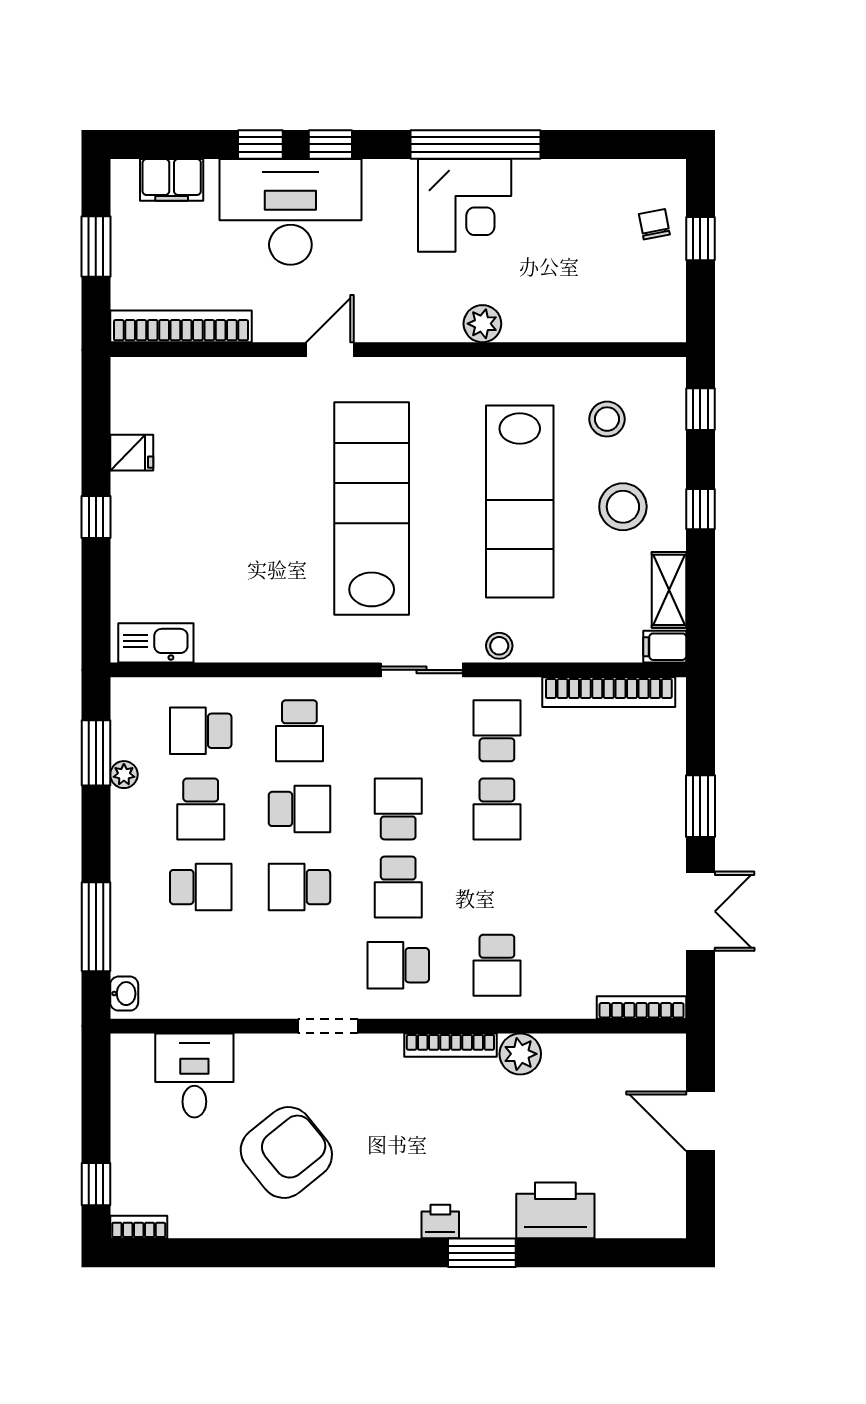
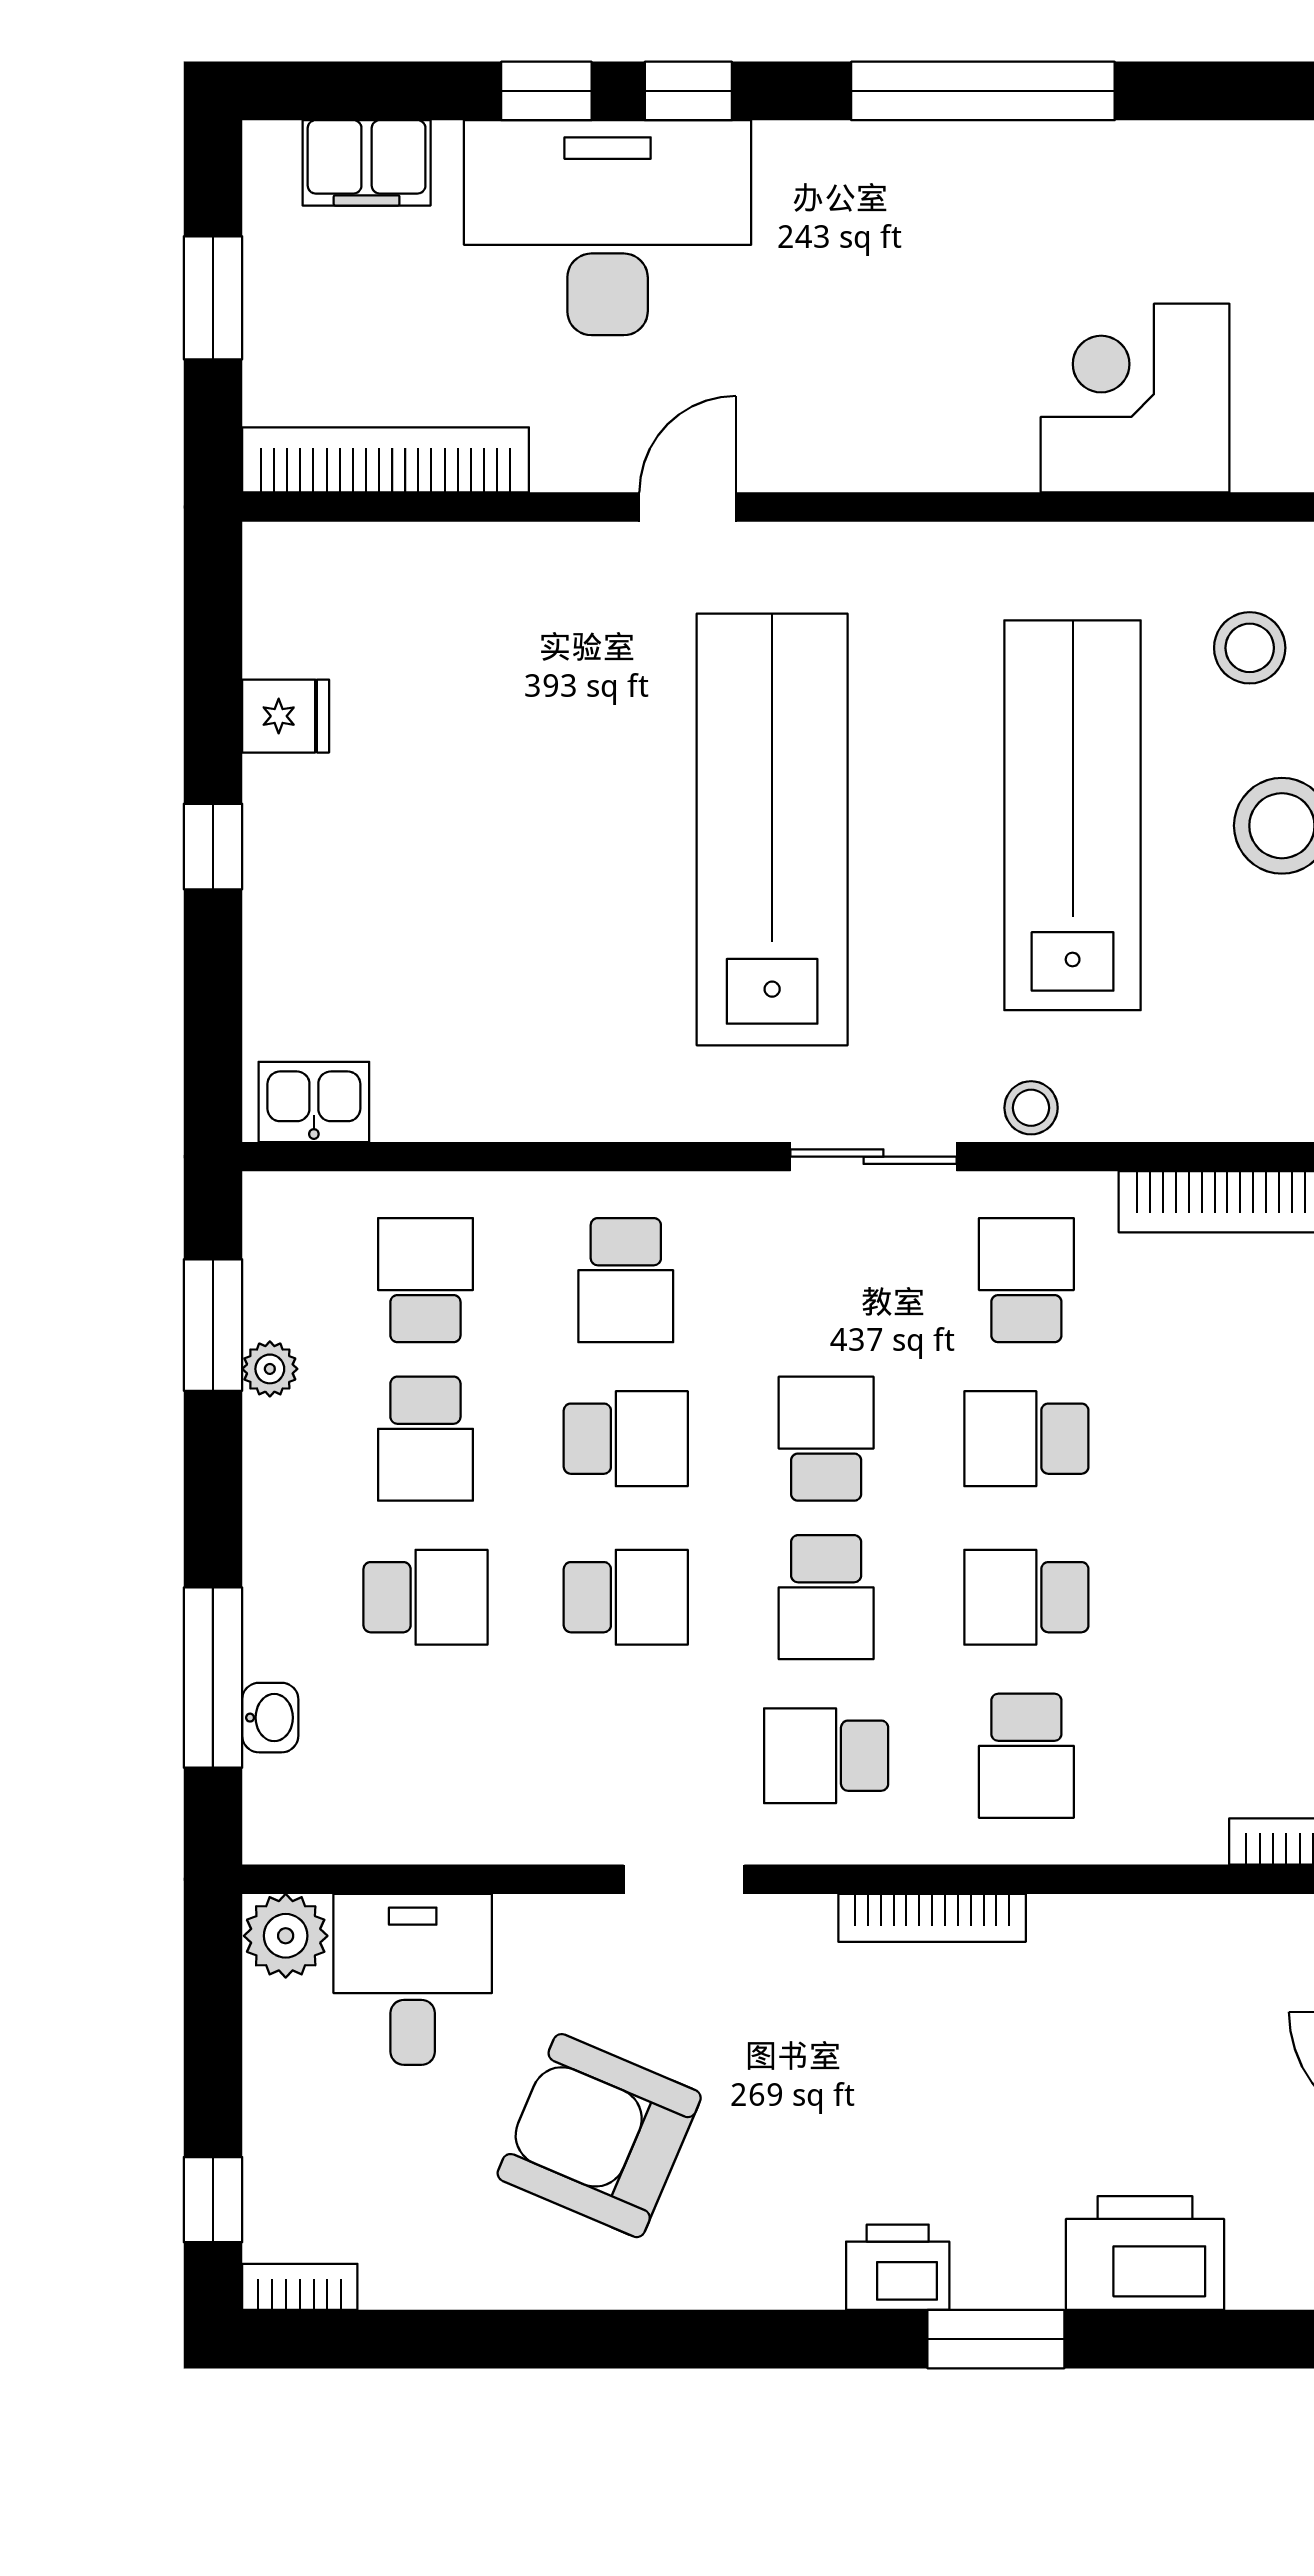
corner desk: (465, 205) -> (1135, 398), moved, turned 180
plant: (482, 324) -> (997, 454), removed
lab bench: (520, 502) -> (1073, 815), turned 180
kitchen sink: (156, 643) -> (314, 1102), width x0.73
school desk: (201, 731) -> (425, 1280), turned 90
school desk: (497, 809) -> (1026, 1439), turned 90
school desk: (299, 887) -> (626, 1597), turned 180
school desk: (497, 887) -> (1026, 1597), added
washbasin: (124, 994) -> (270, 1718), moved
plant: (520, 1054) -> (286, 1936), moved
armchair: (286, 1153) -> (599, 2136), turned -118
printer: (440, 1221) -> (898, 2267), width x1.36, depth x1.24

